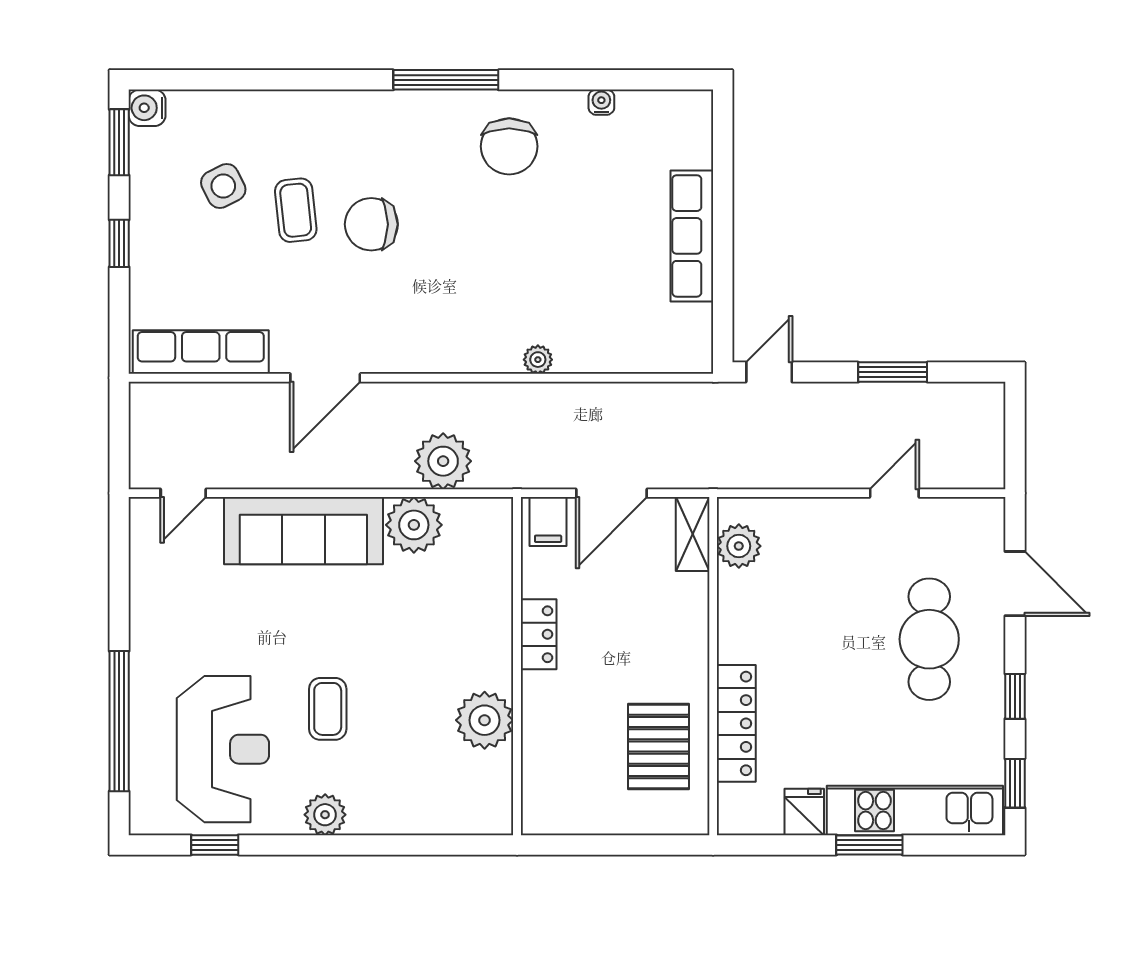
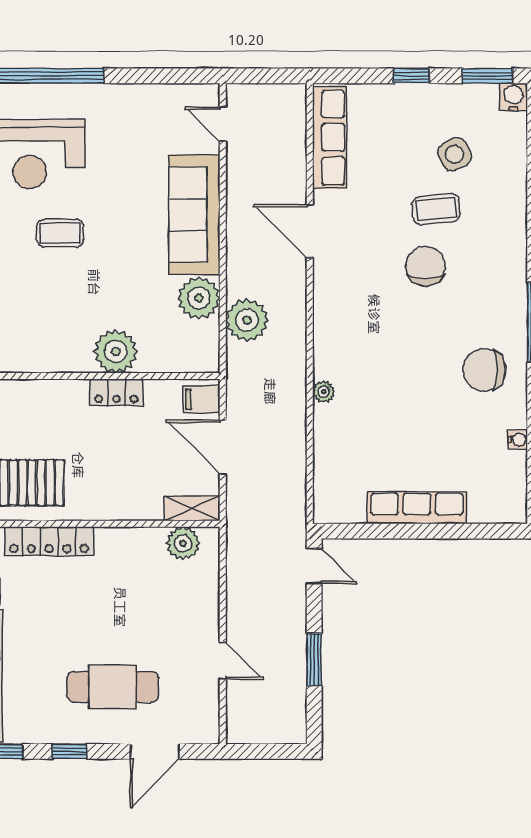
plant: (485, 720) -> (116, 351), moved

